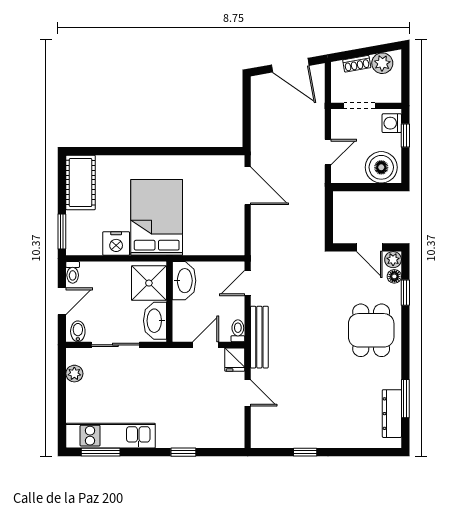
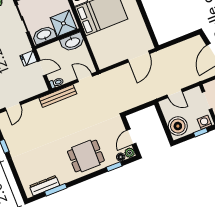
fridge: (235, 360) -> (29, 58), moved
door: (248, 393) -> (13, 106), moved

